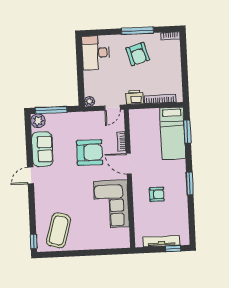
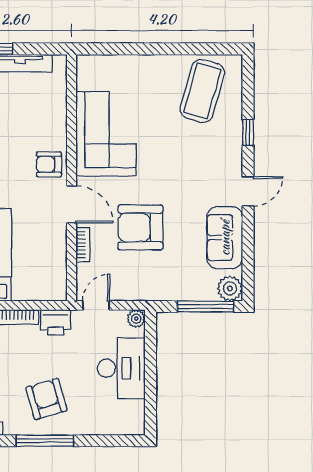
desk: (96, 53) -> (121, 368), moved
armchair: (157, 194) -> (49, 164), moved
window: (34, 241) -> (248, 132), moved

